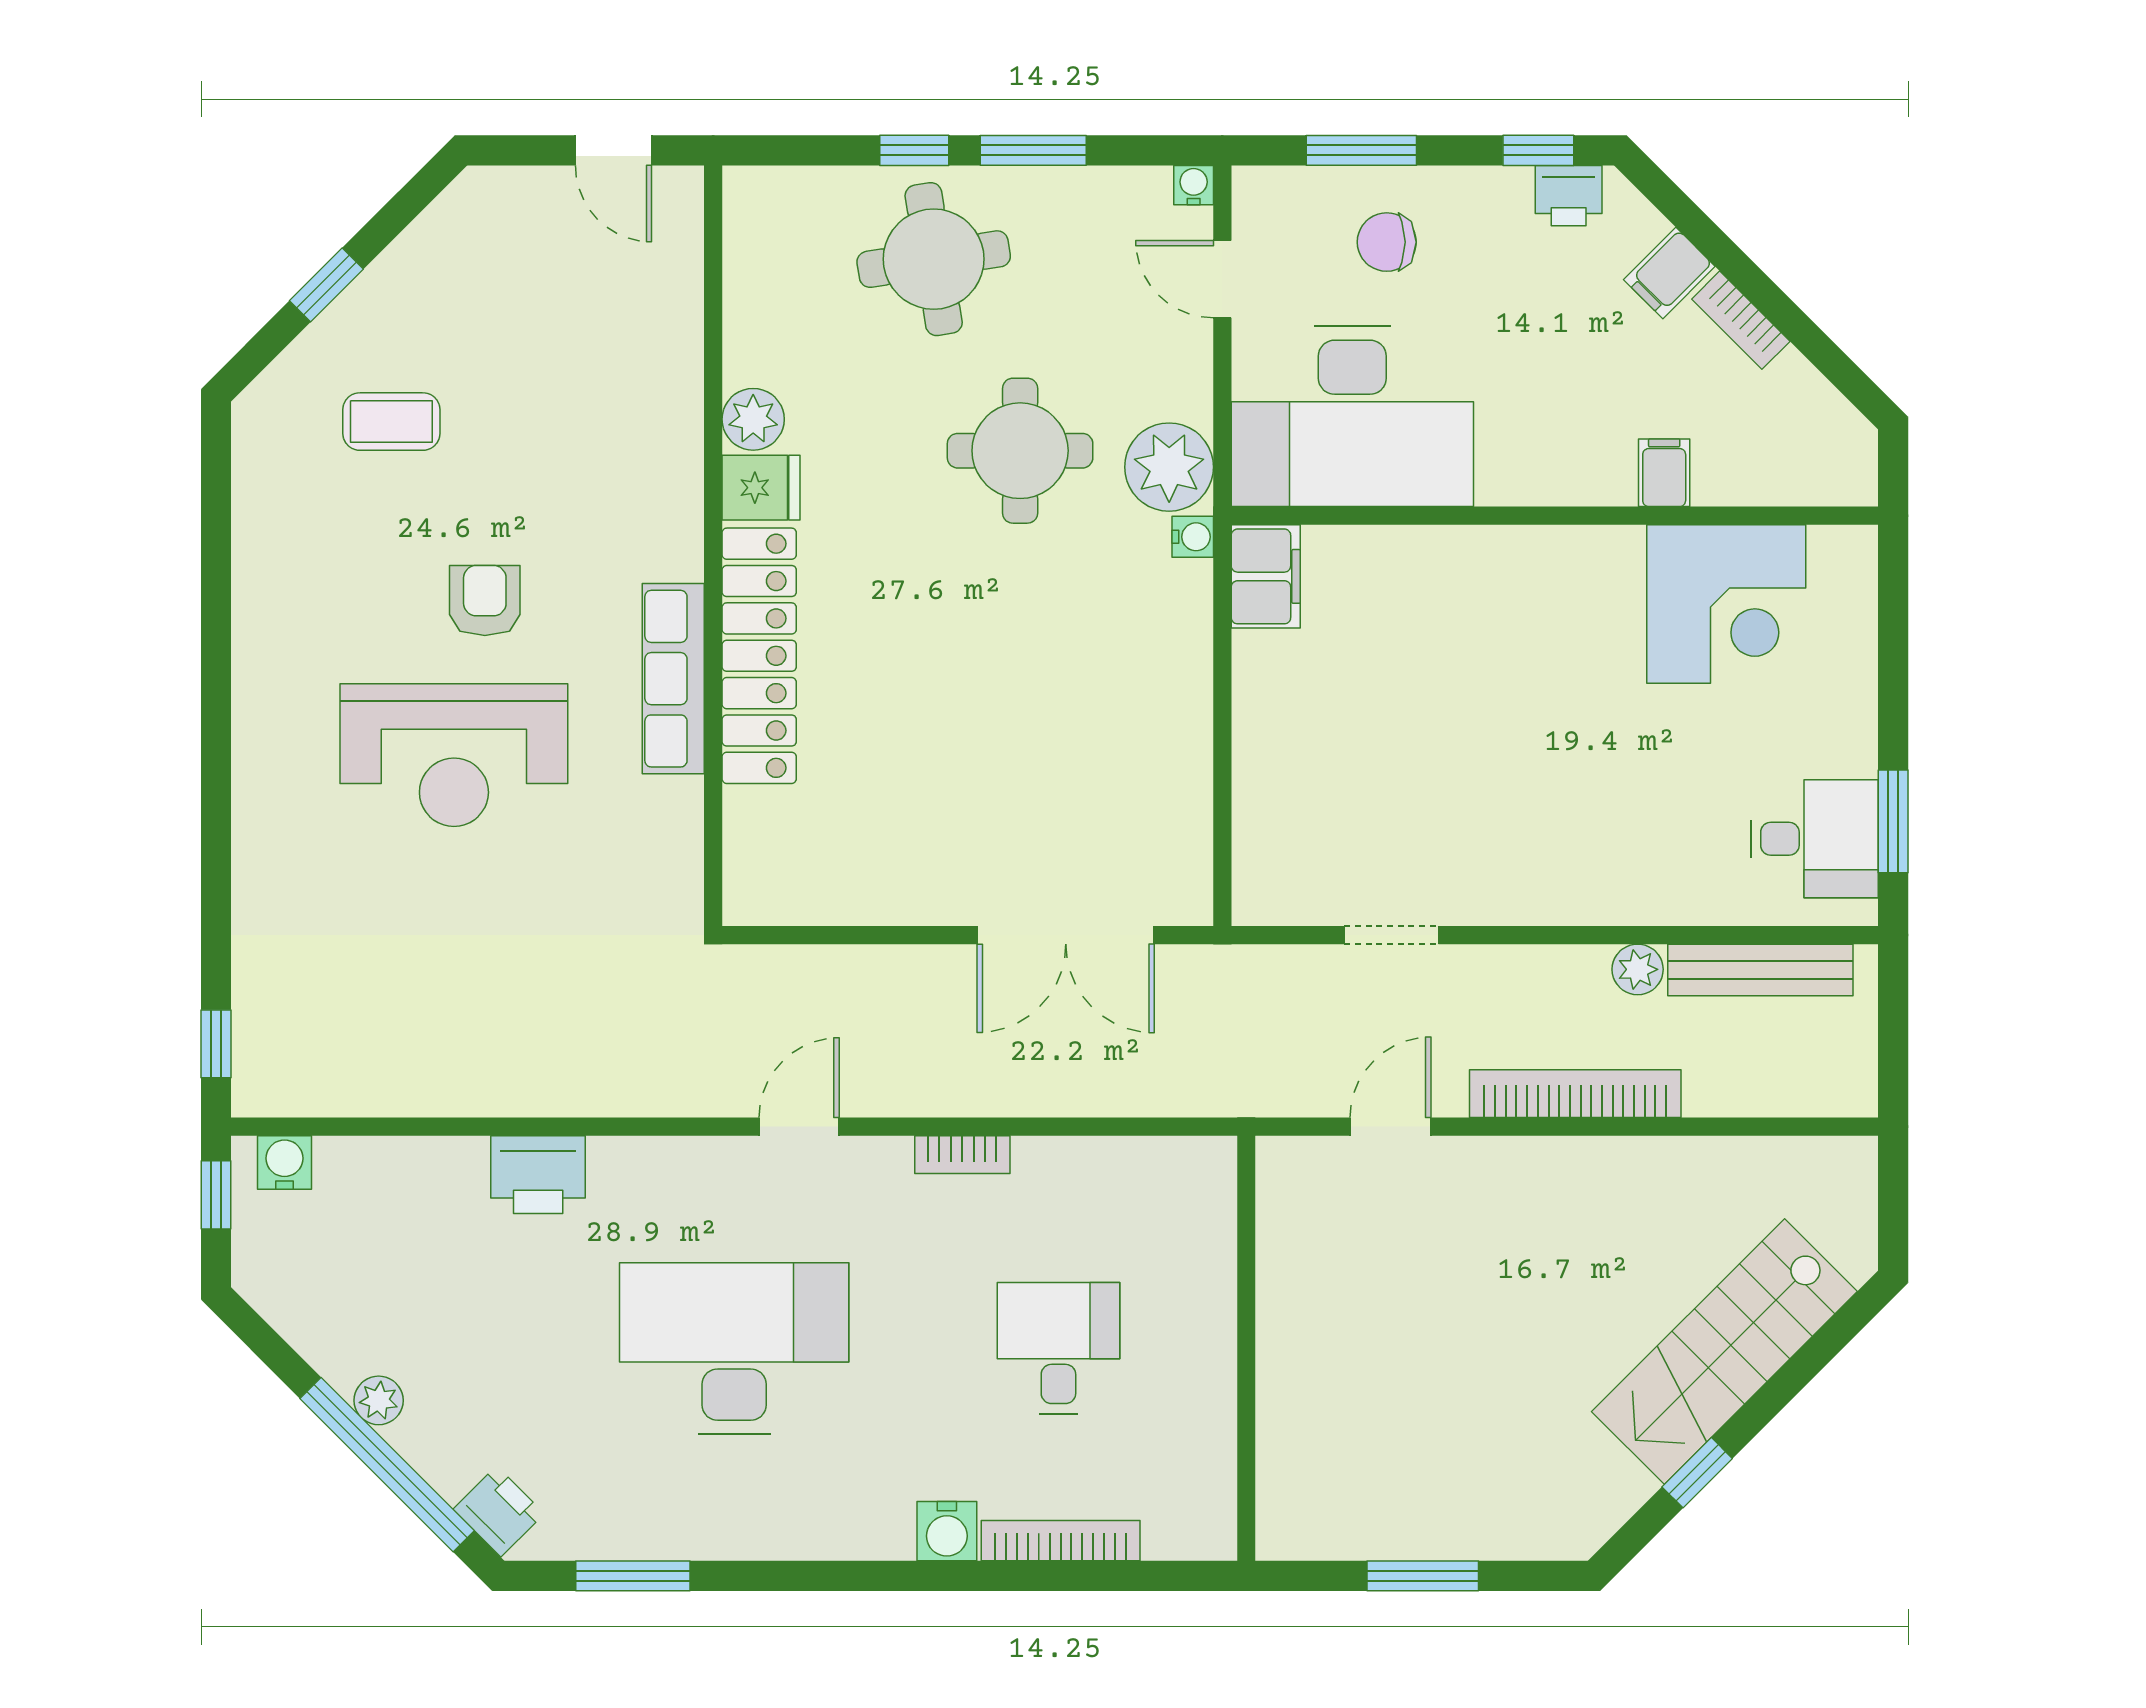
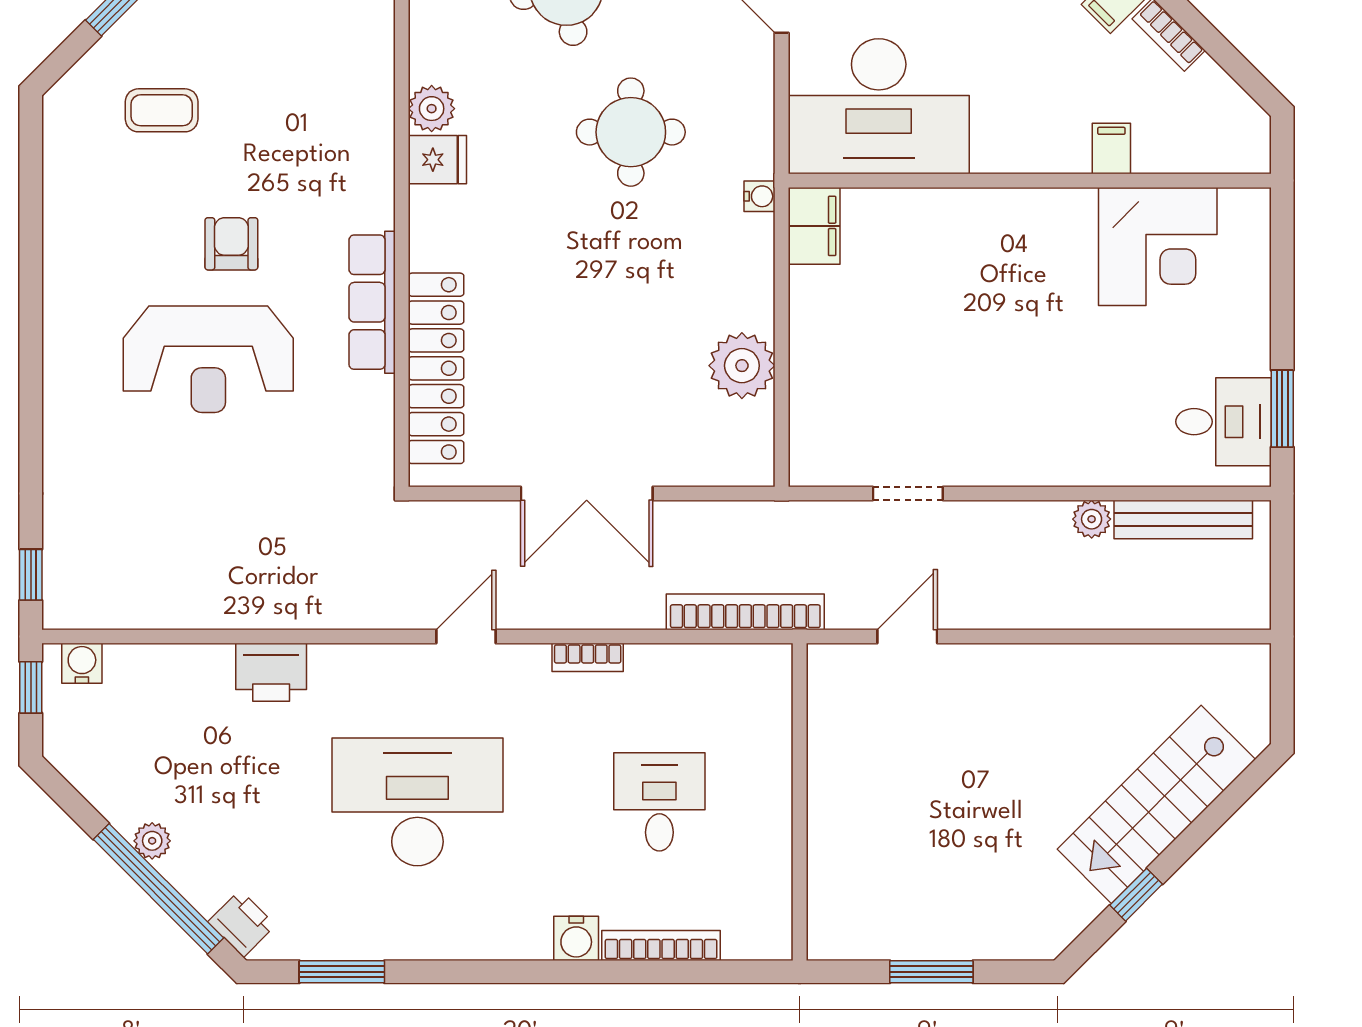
plant: (1169, 467) -> (742, 366), moved
locker: (759, 656) -> (436, 368), moved
double door: (1066, 935) -> (587, 493), moved
bookcase: (1575, 1094) -> (745, 612), moved

